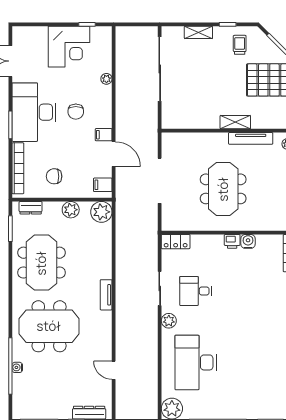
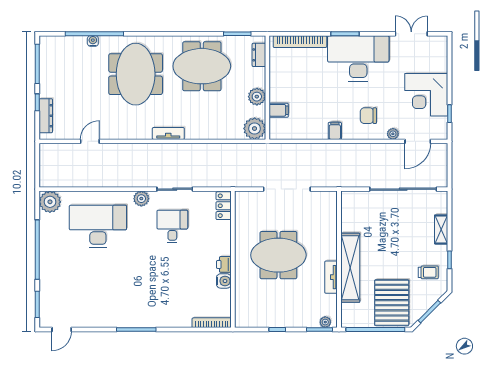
chair: (76, 112) -> (368, 116), moved
shelving: (235, 122) -> (350, 268), width x2.20, depth x1.33
tv unit: (251, 138) -> (331, 277), width x0.71
door: (114, 154) -> (418, 141), moved
chair: (54, 176) -> (292, 79), removed
filing cabinet: (103, 185) -> (279, 110), moved, turned 90

